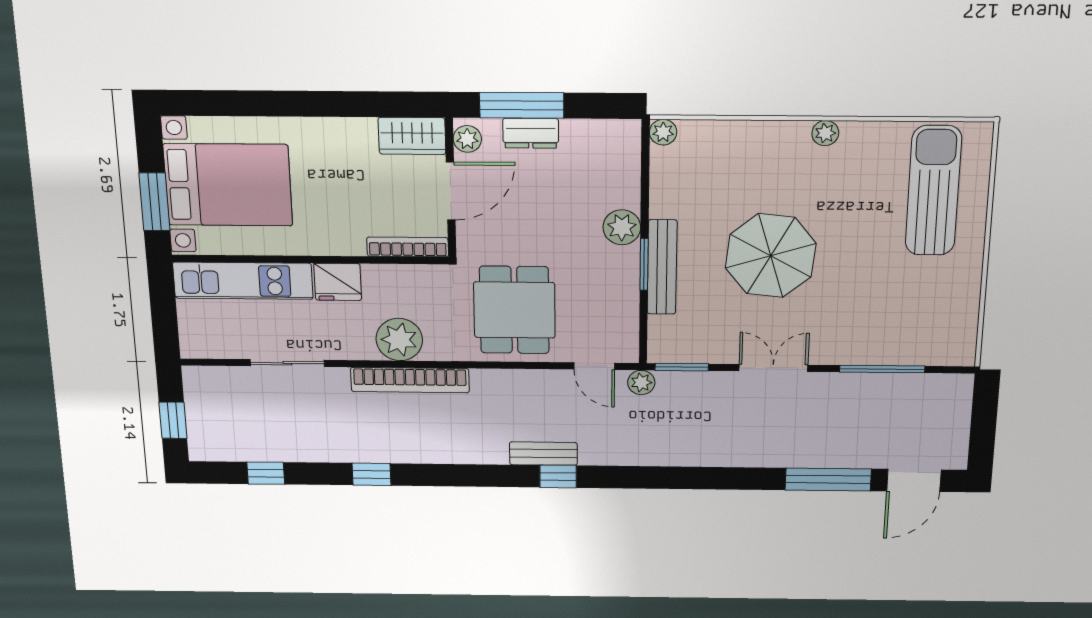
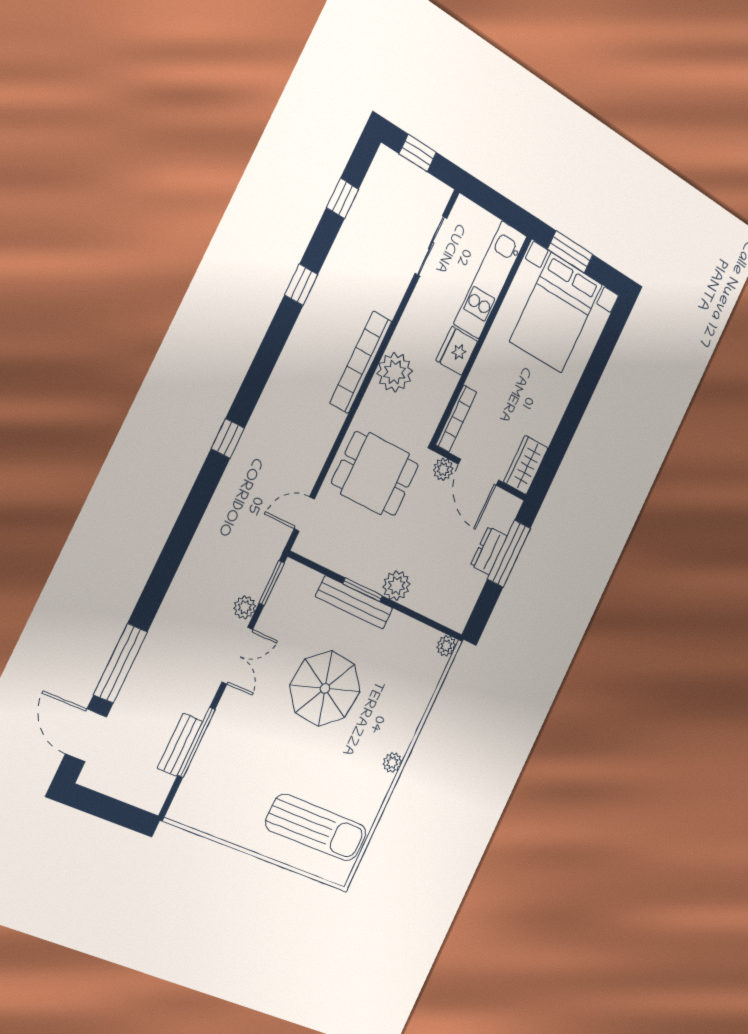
plant: (467, 139) -> (443, 469), moved
sliding door: (287, 363) -> (431, 246), moved
plant: (641, 382) -> (245, 607), moved
bench: (543, 454) -> (180, 745), moved

